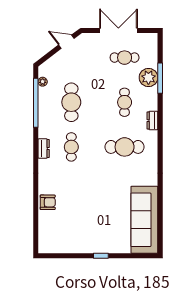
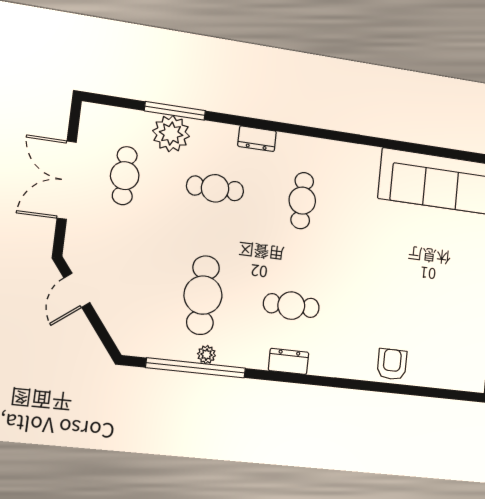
plant: (43, 82) -> (206, 355), moved
cafe table: (71, 102) -> (203, 295), turned 90
cafe table: (125, 147) -> (302, 201), width x0.73, depth x0.74

